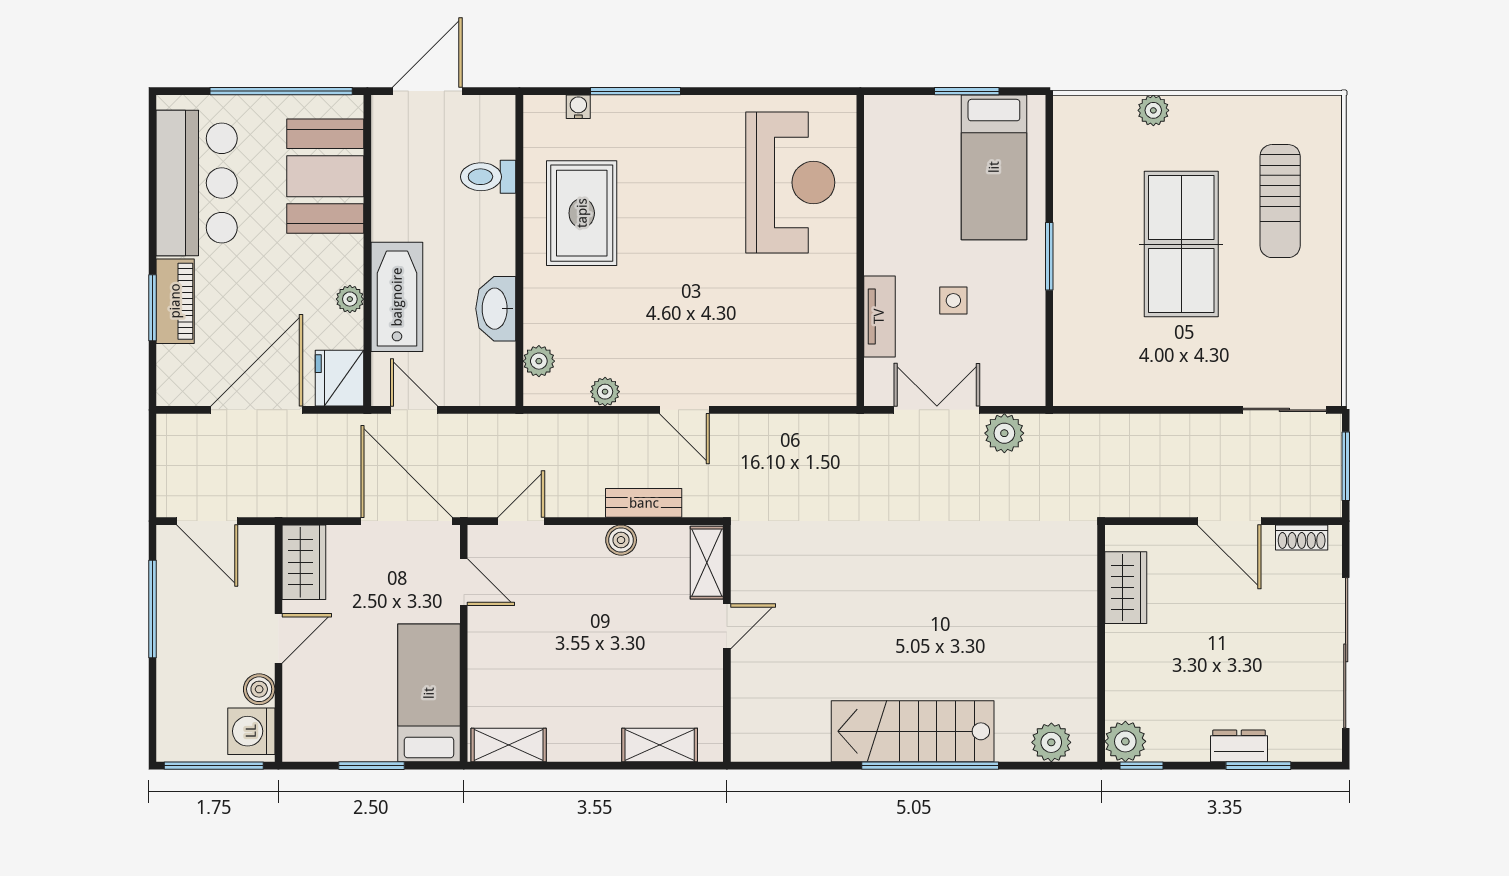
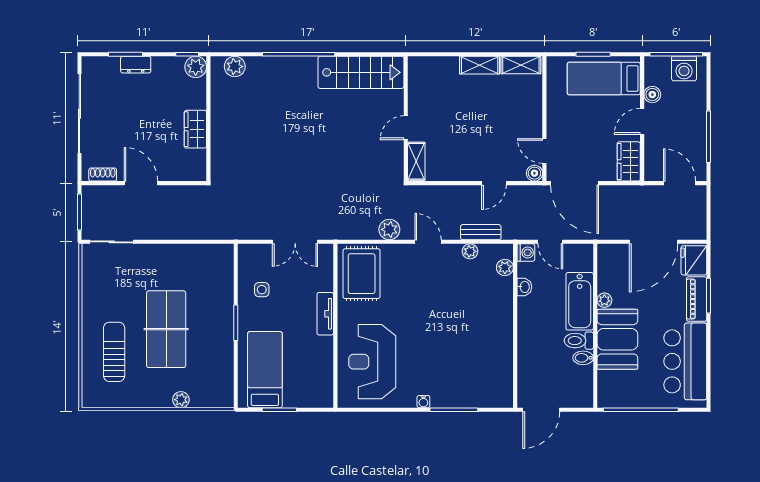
door: (427, 91) -> (541, 410), moved
water cooler: (578, 107) -> (423, 402), moved
booth: (325, 176) -> (617, 339), moved
toilet: (488, 177) -> (579, 341), moved, turned 180
bidet: (390, 190) -> (583, 358), added
rug: (582, 213) -> (362, 274), moved
side table: (953, 300) -> (262, 290), moved
washbasin: (496, 309) -> (524, 287), width x0.52, depth x0.69
tv unit: (879, 316) -> (325, 314), moved
fridge: (340, 378) -> (694, 260), moved, turned 180
washing machine: (499, 390) -> (526, 253), added
door: (414, 410) -> (550, 242), moved
plant: (1004, 433) -> (389, 229), moved
bench: (644, 503) -> (481, 232), moved
door: (521, 521) -> (494, 183), moved
boiler: (621, 540) -> (534, 173), moved
wardrobe: (1126, 588) -> (195, 129), moved
bed: (429, 693) -> (604, 79), moved, turned 90
washing machine: (251, 731) -> (684, 69), moved, turned 90
stairs: (913, 731) -> (361, 72), moved
shelving: (660, 745) -> (480, 65), moved

